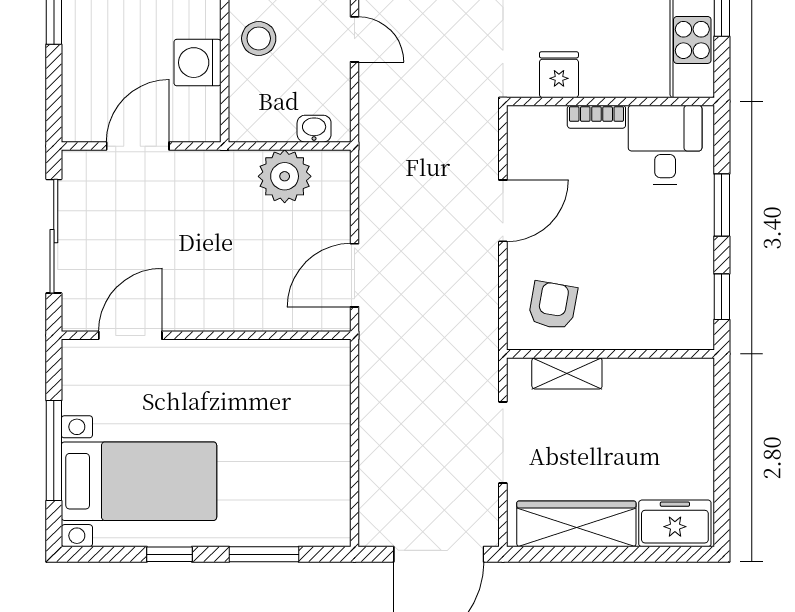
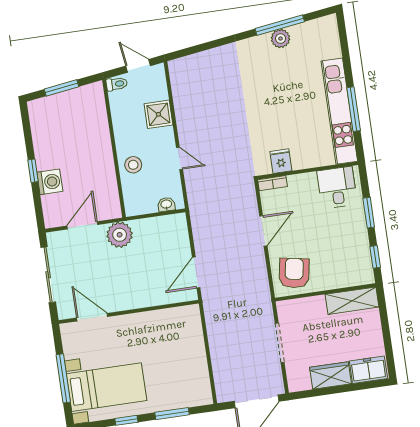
washing machine: (197, 63) -> (50, 182), moved, turned 180
bookcase: (596, 117) -> (272, 183), moved
plant: (285, 176) -> (120, 235), moved
armchair: (553, 305) -> (294, 273), width x1.38, depth x1.38
door: (130, 335) -> (92, 317), hinge flipped
shelving: (567, 373) -> (352, 301), moved, width x1.50, depth x1.33
wardrobe: (576, 524) -> (330, 375), width x0.67

